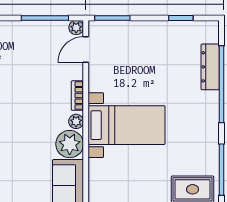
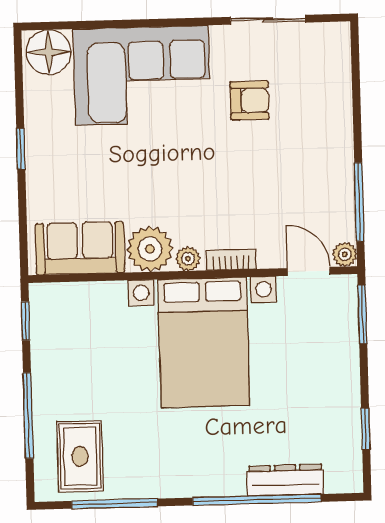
bed with nightstands: (126, 125) -> (204, 342), width x1.36

